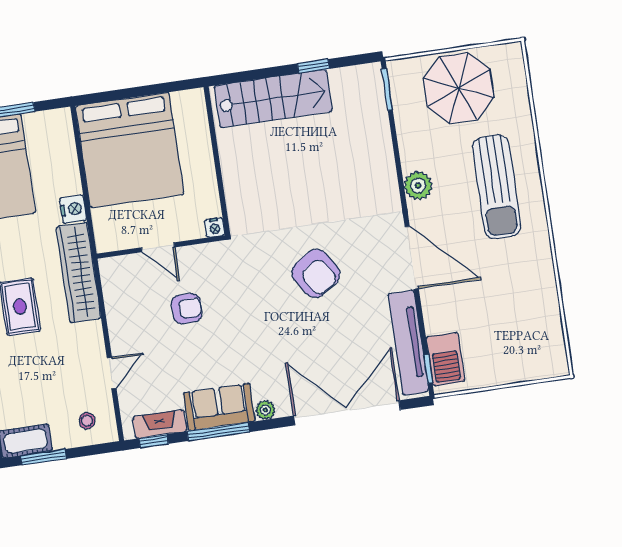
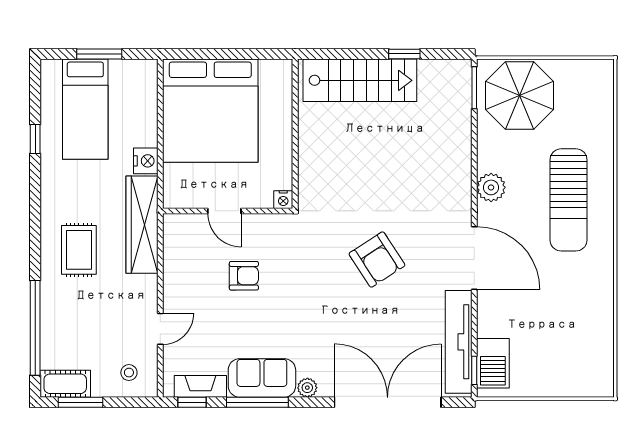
parasol: (459, 88) -> (520, 95), moved

